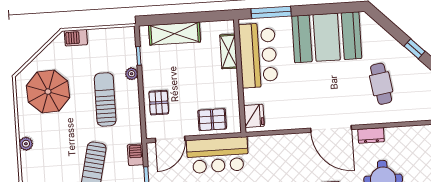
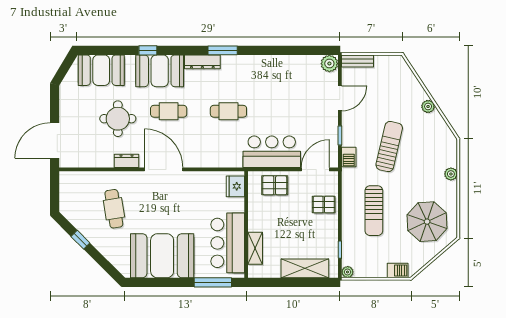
plant: (132, 74) -> (348, 272), moved
pallet: (159, 103) -> (324, 205), turned 90

